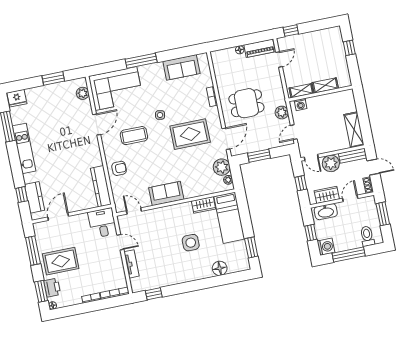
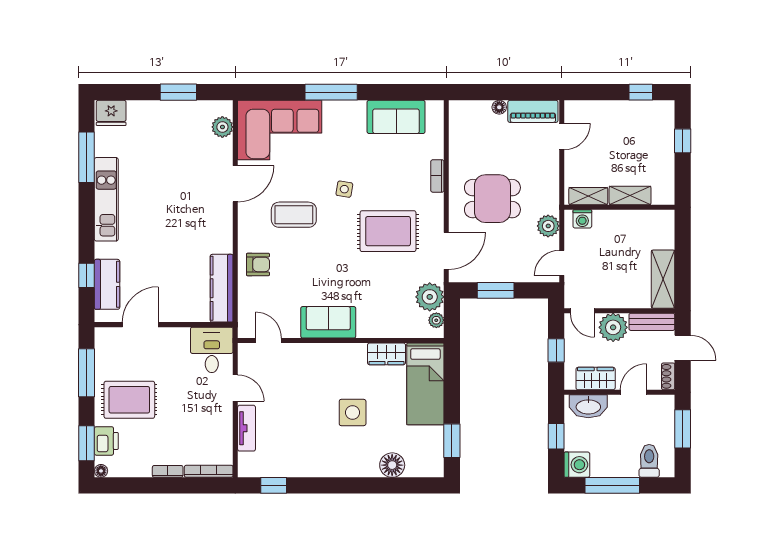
window: (291, 31) -> (641, 92), moved

